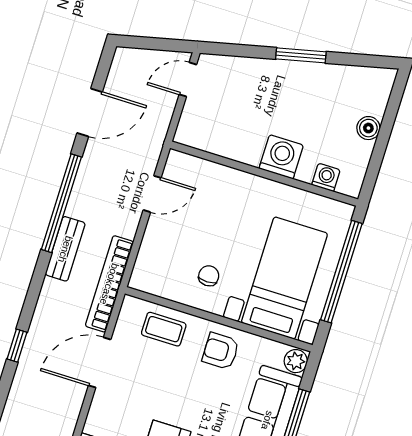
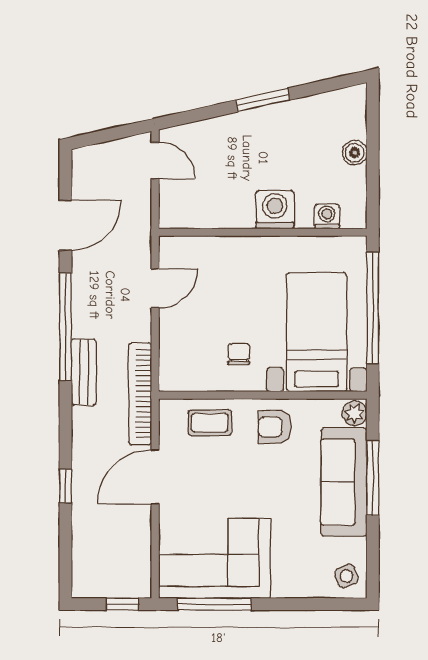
door: (188, 79) -> (155, 160), swing flipped

